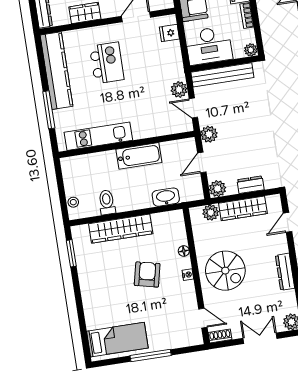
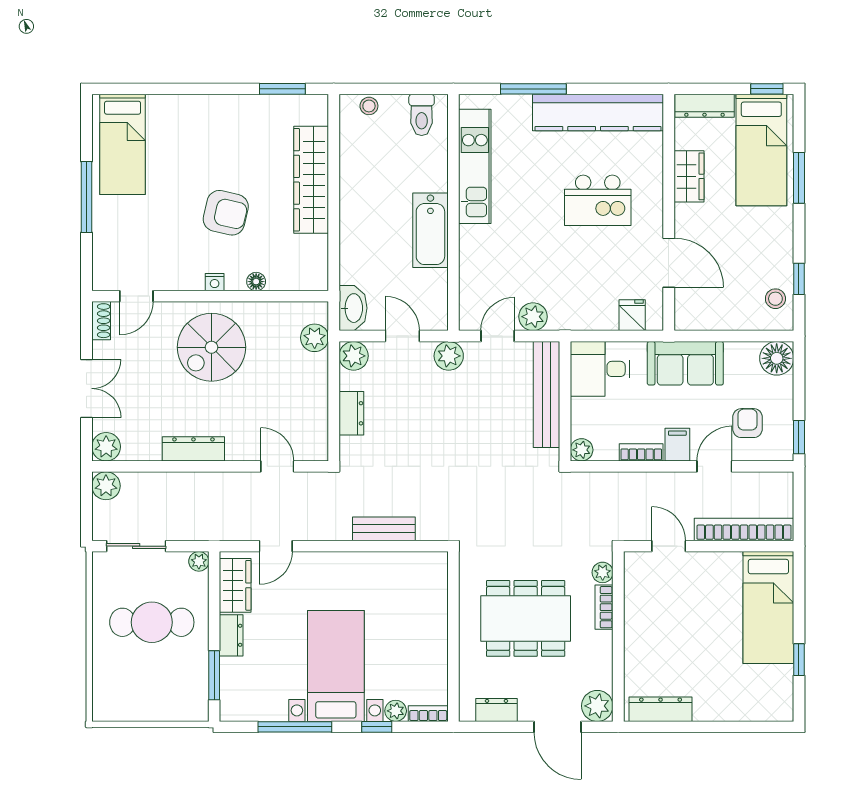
desk: (209, 46) -> (600, 369), width x0.73
washbasin: (166, 197) -> (353, 308), moved
toilet: (107, 202) -> (422, 115), moved, turned 90
wardrobe: (243, 208) -> (313, 394), removed

